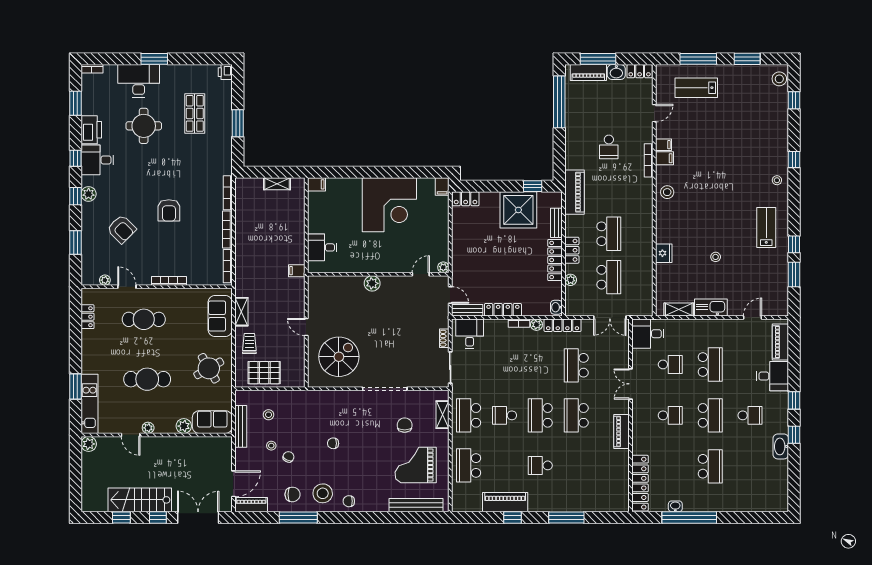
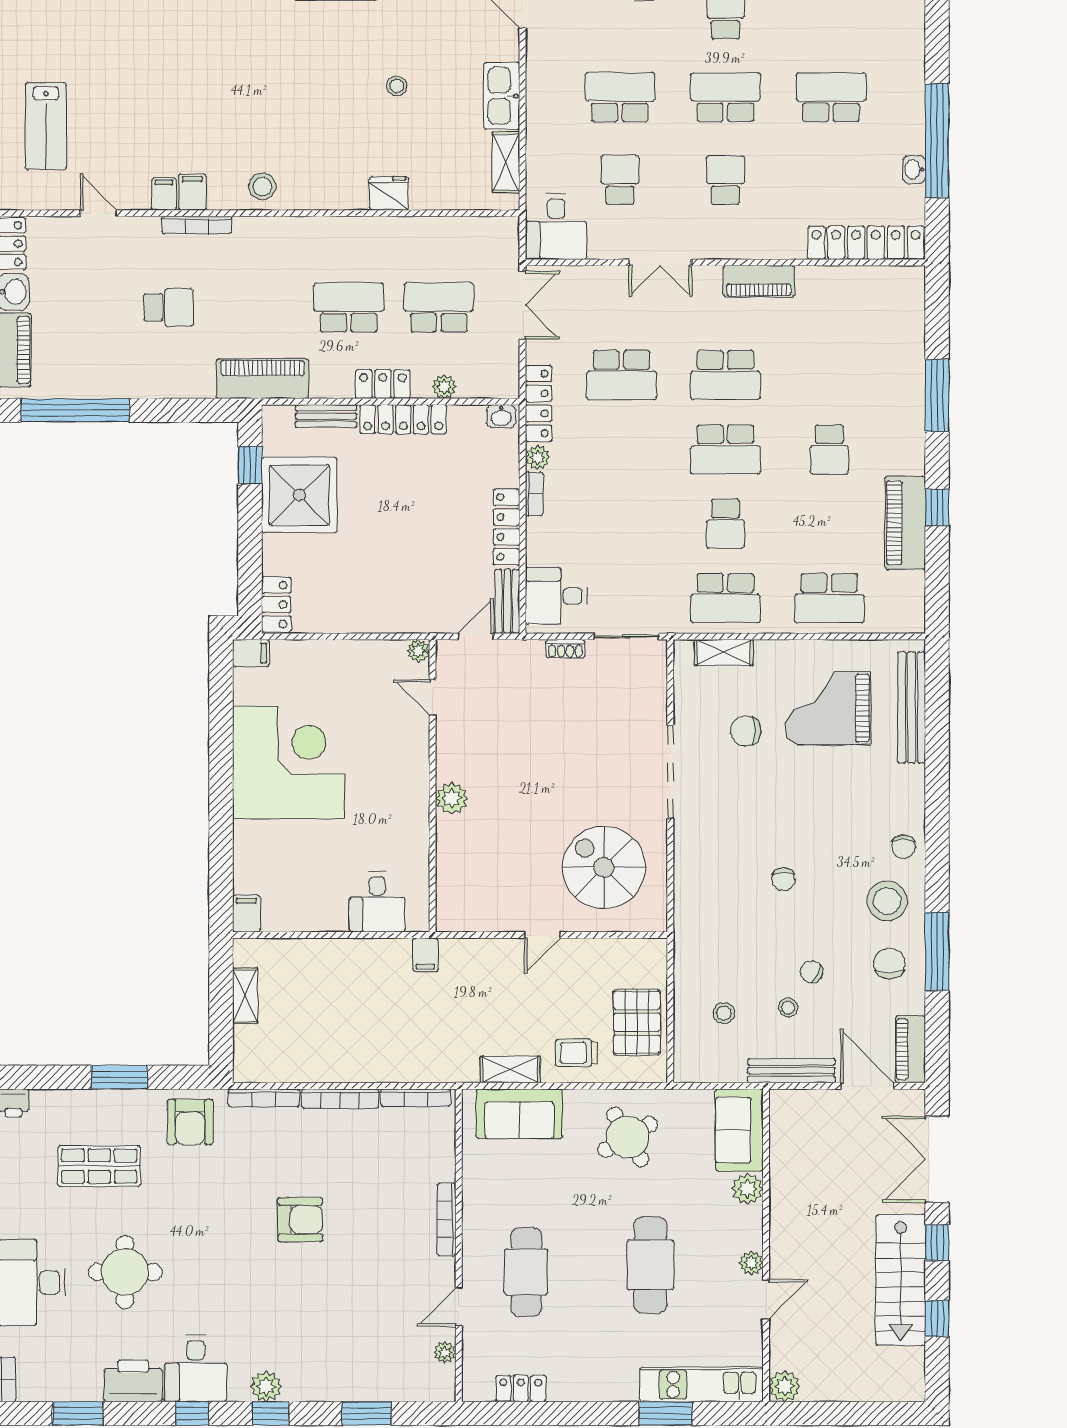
armchair: (122, 229) -> (190, 1122), moved, turned 135
bench: (241, 426) -> (791, 1071), moved
grand piano: (416, 465) -> (828, 708), turned 90

